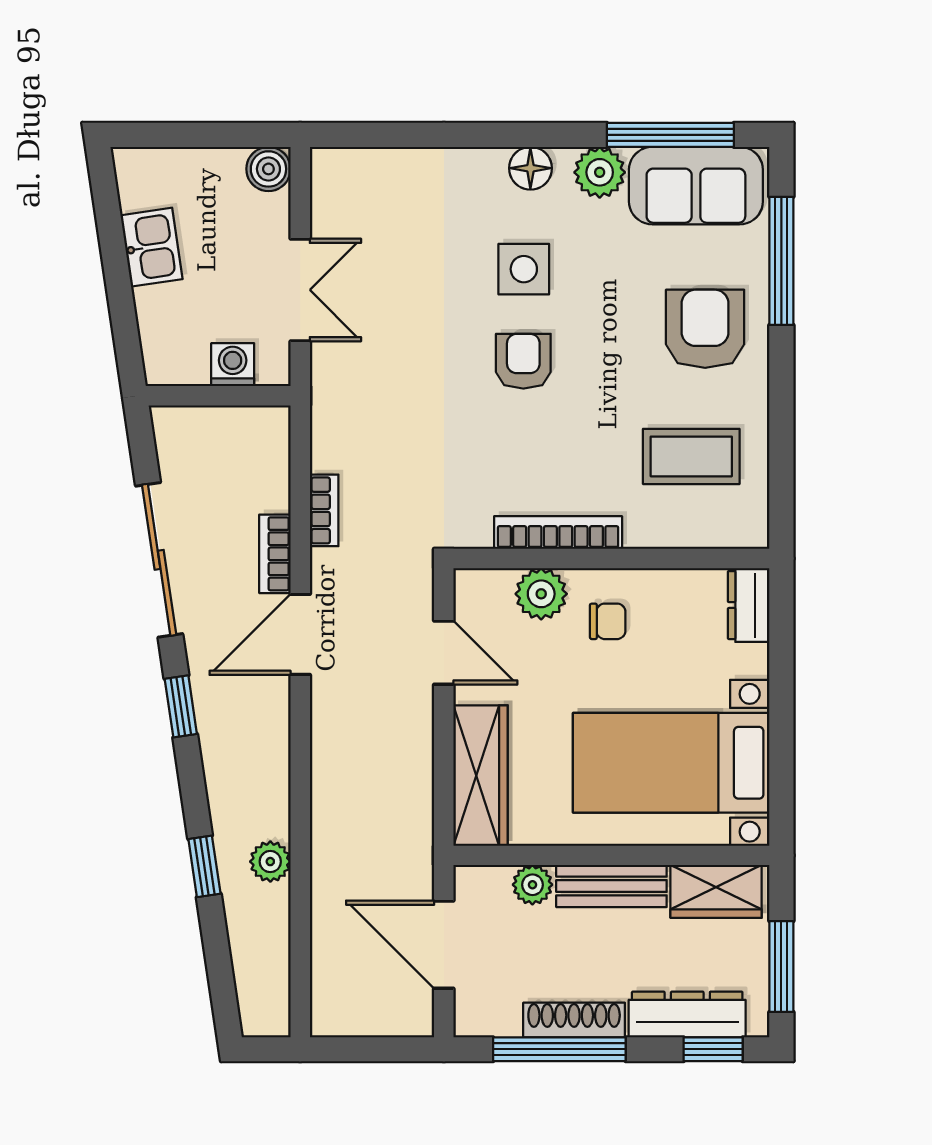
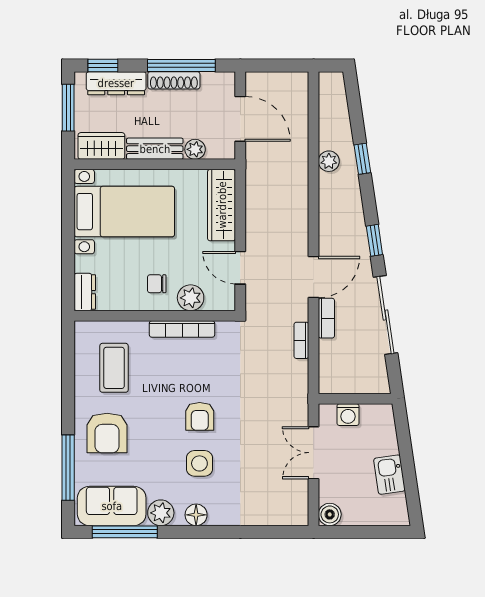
coffee table: (691, 456) -> (114, 368), turned 90

